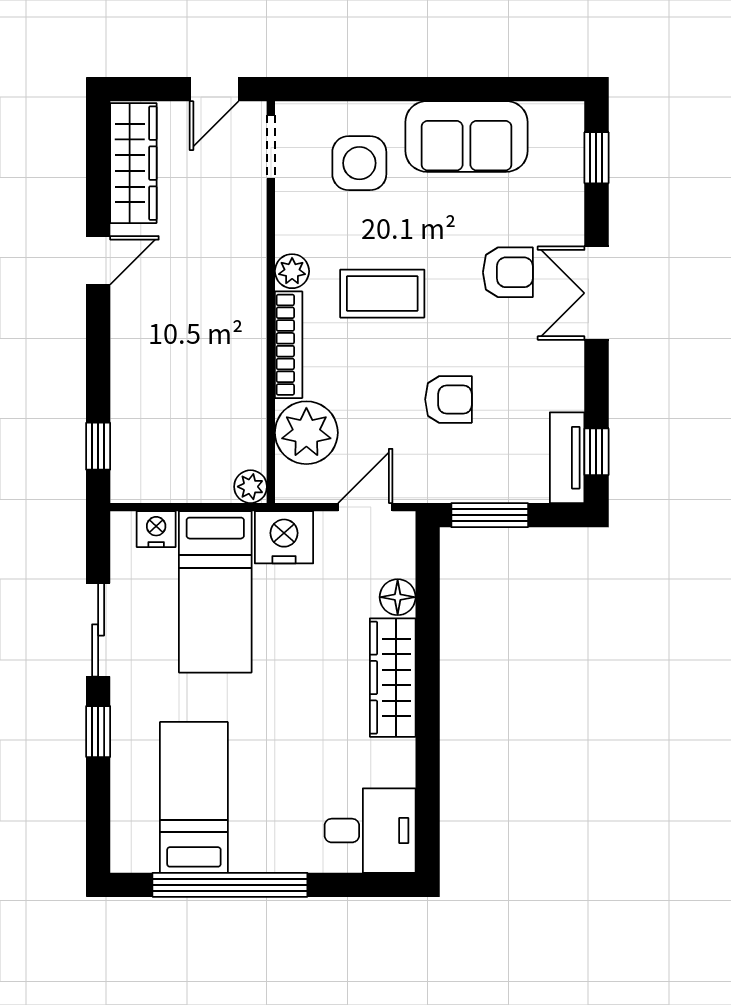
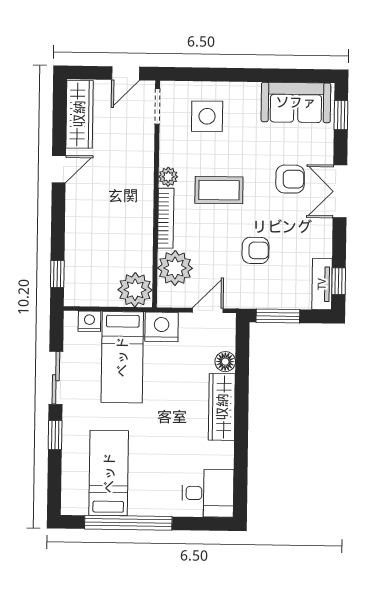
sofa: (467, 136) -> (296, 102), moved
plant: (251, 487) -> (135, 290), width x1.87, depth x1.87

